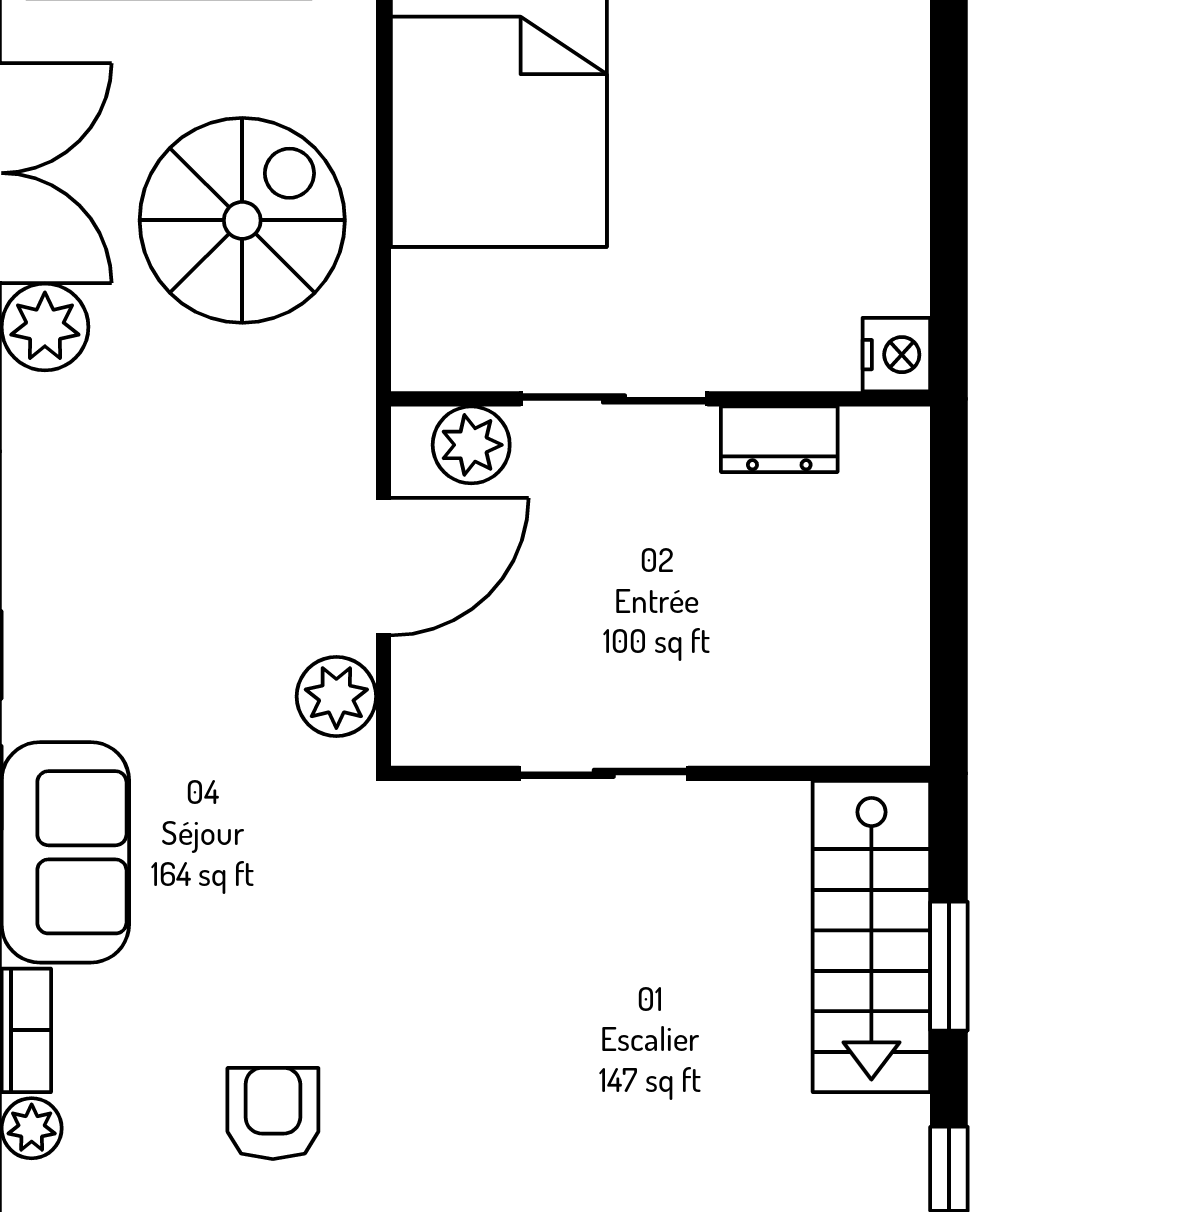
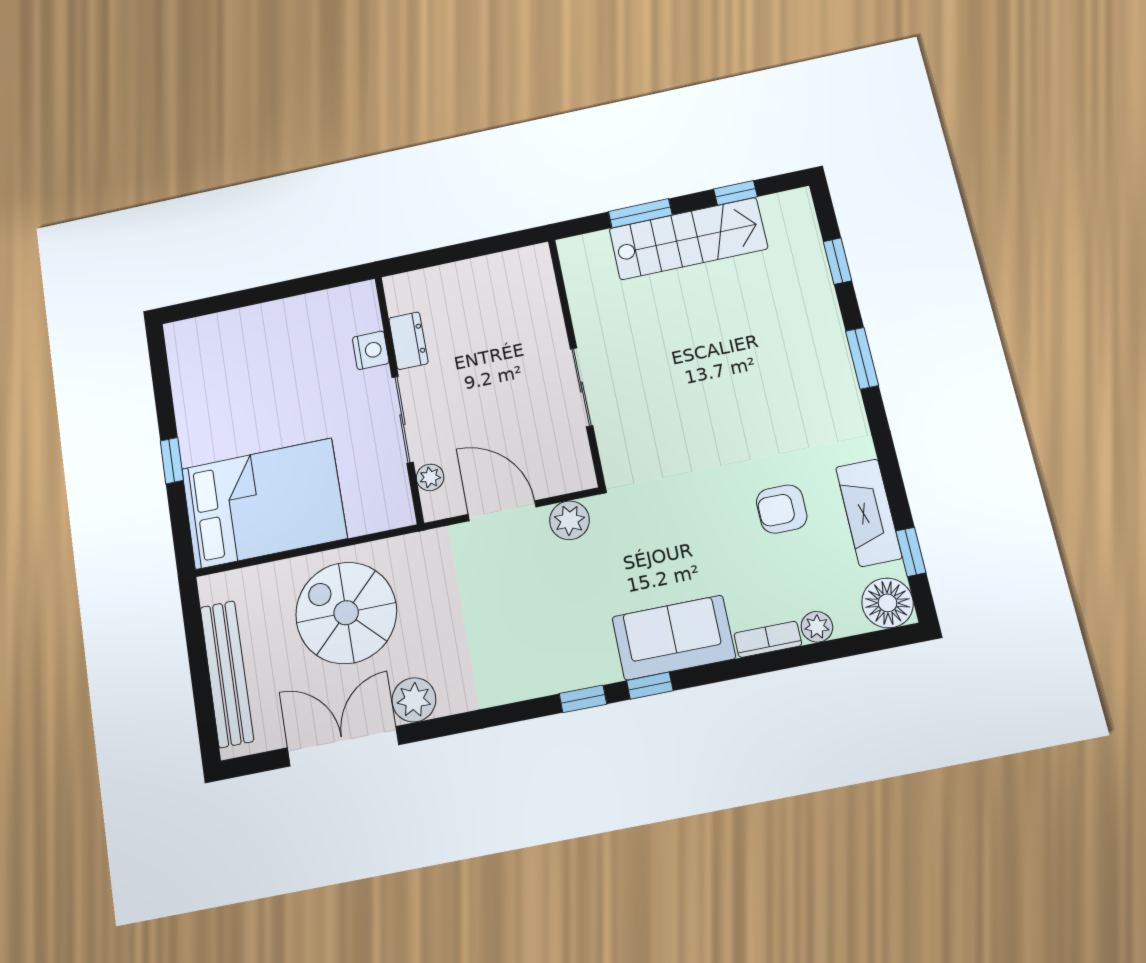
nightstand: (896, 355) -> (371, 350), moved, turned 90
plant: (471, 445) -> (430, 477), width x0.73, depth x0.73
stairs: (871, 937) -> (688, 239), moved

